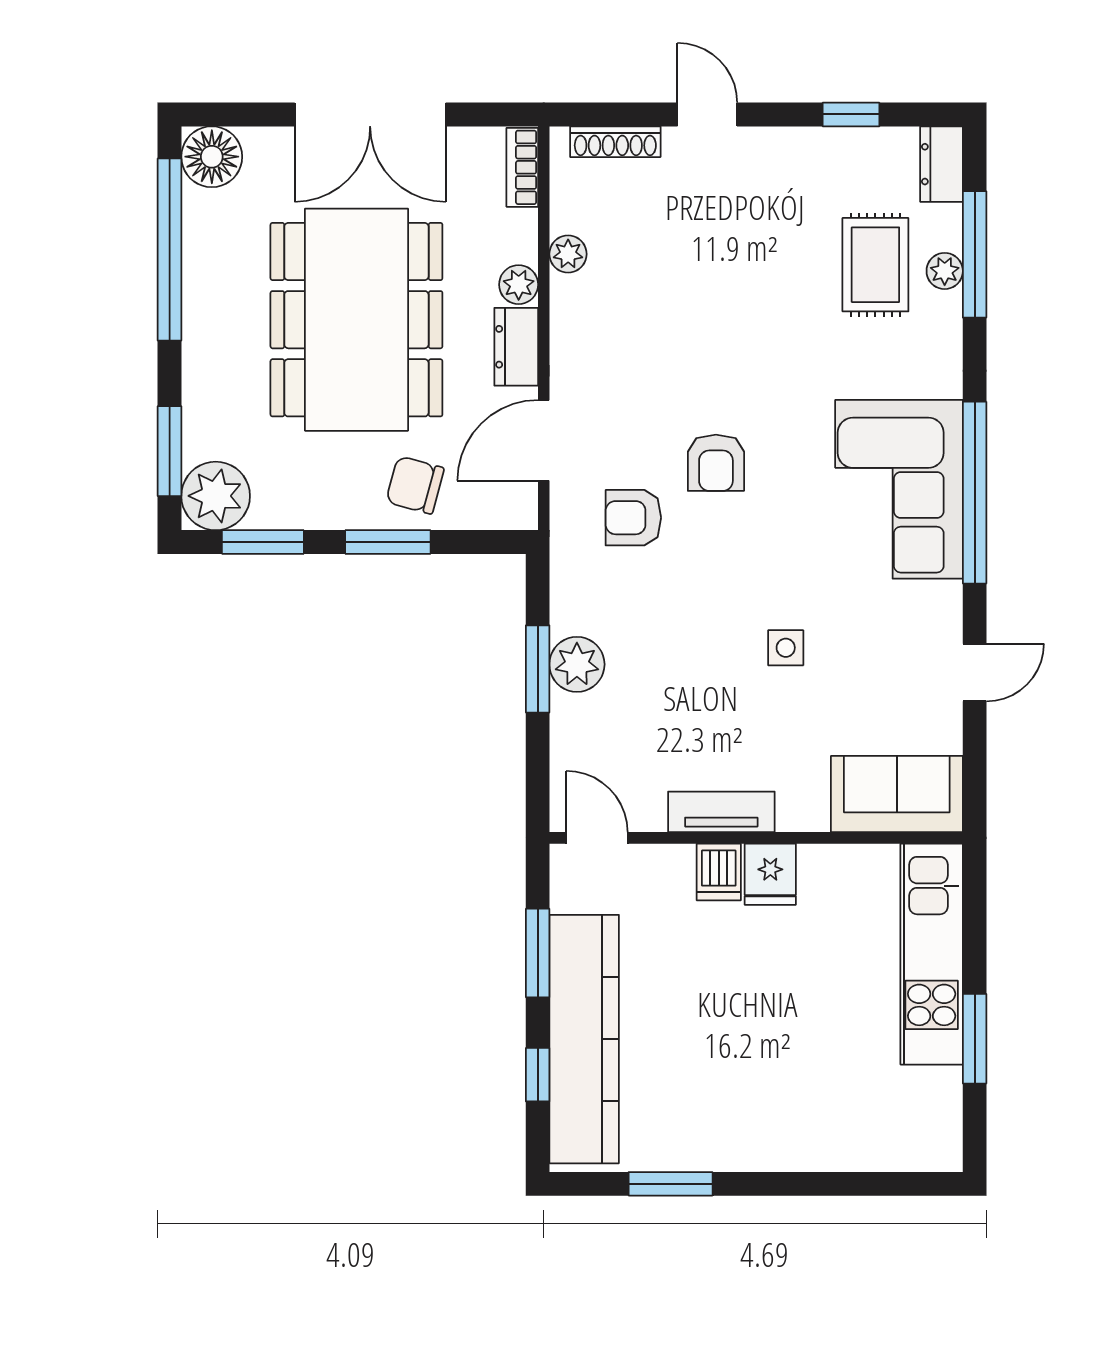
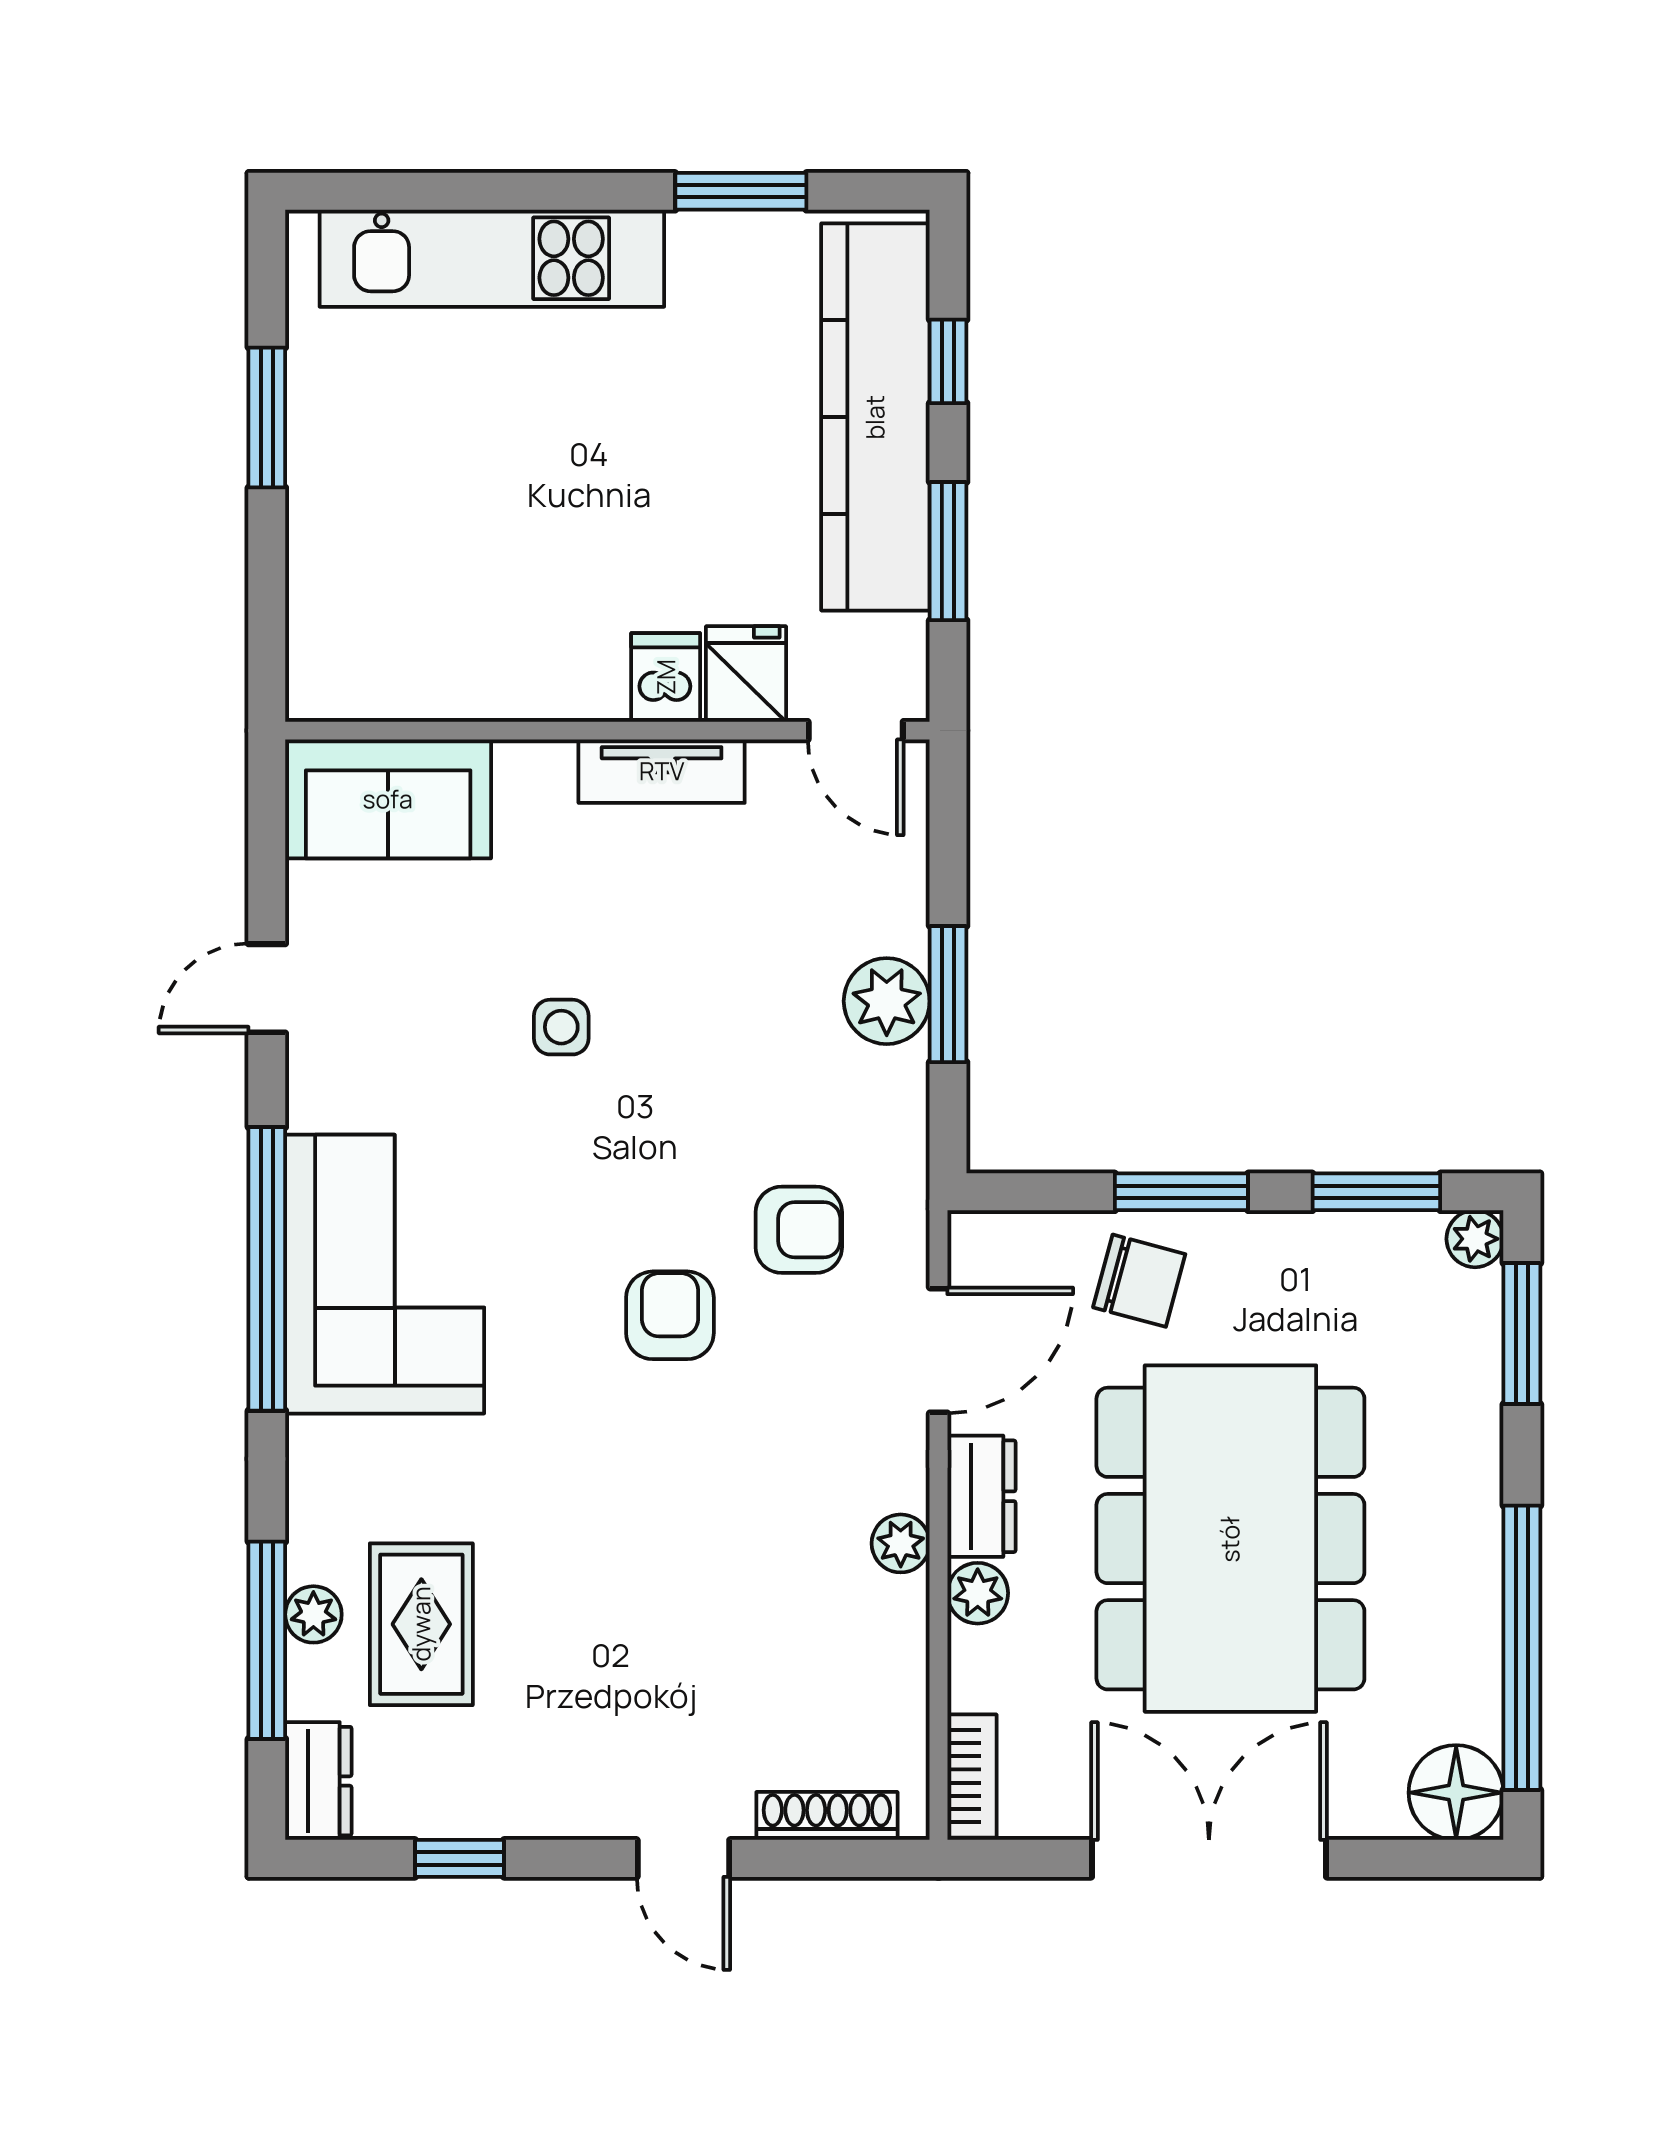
plant: (568, 254) -> (901, 1543), moved
plant: (216, 496) -> (1475, 1239), width x0.53, depth x0.53
fridge: (770, 874) -> (746, 674), moved
kitchen unit: (932, 954) -> (492, 258), moved, turned 90

